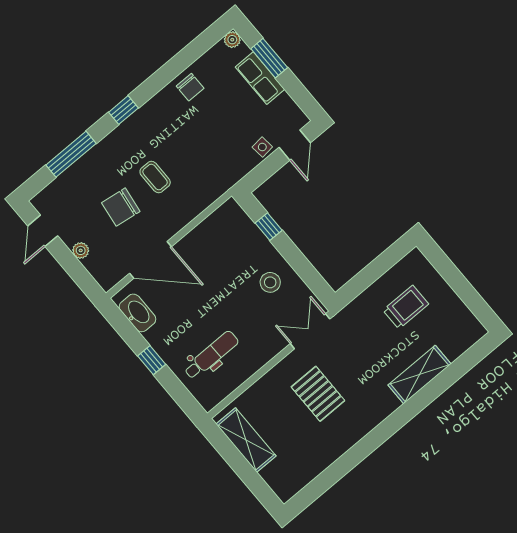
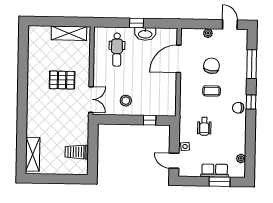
plant: (232, 40) -> (241, 158), moved
chair: (190, 87) -> (238, 108), moved
wheelchair: (212, 145) -> (204, 126), added
trolley: (406, 307) -> (76, 152), moved, turned 90
washbasin: (137, 313) -> (145, 34), moved
shelving: (419, 375) -> (33, 154), moved

